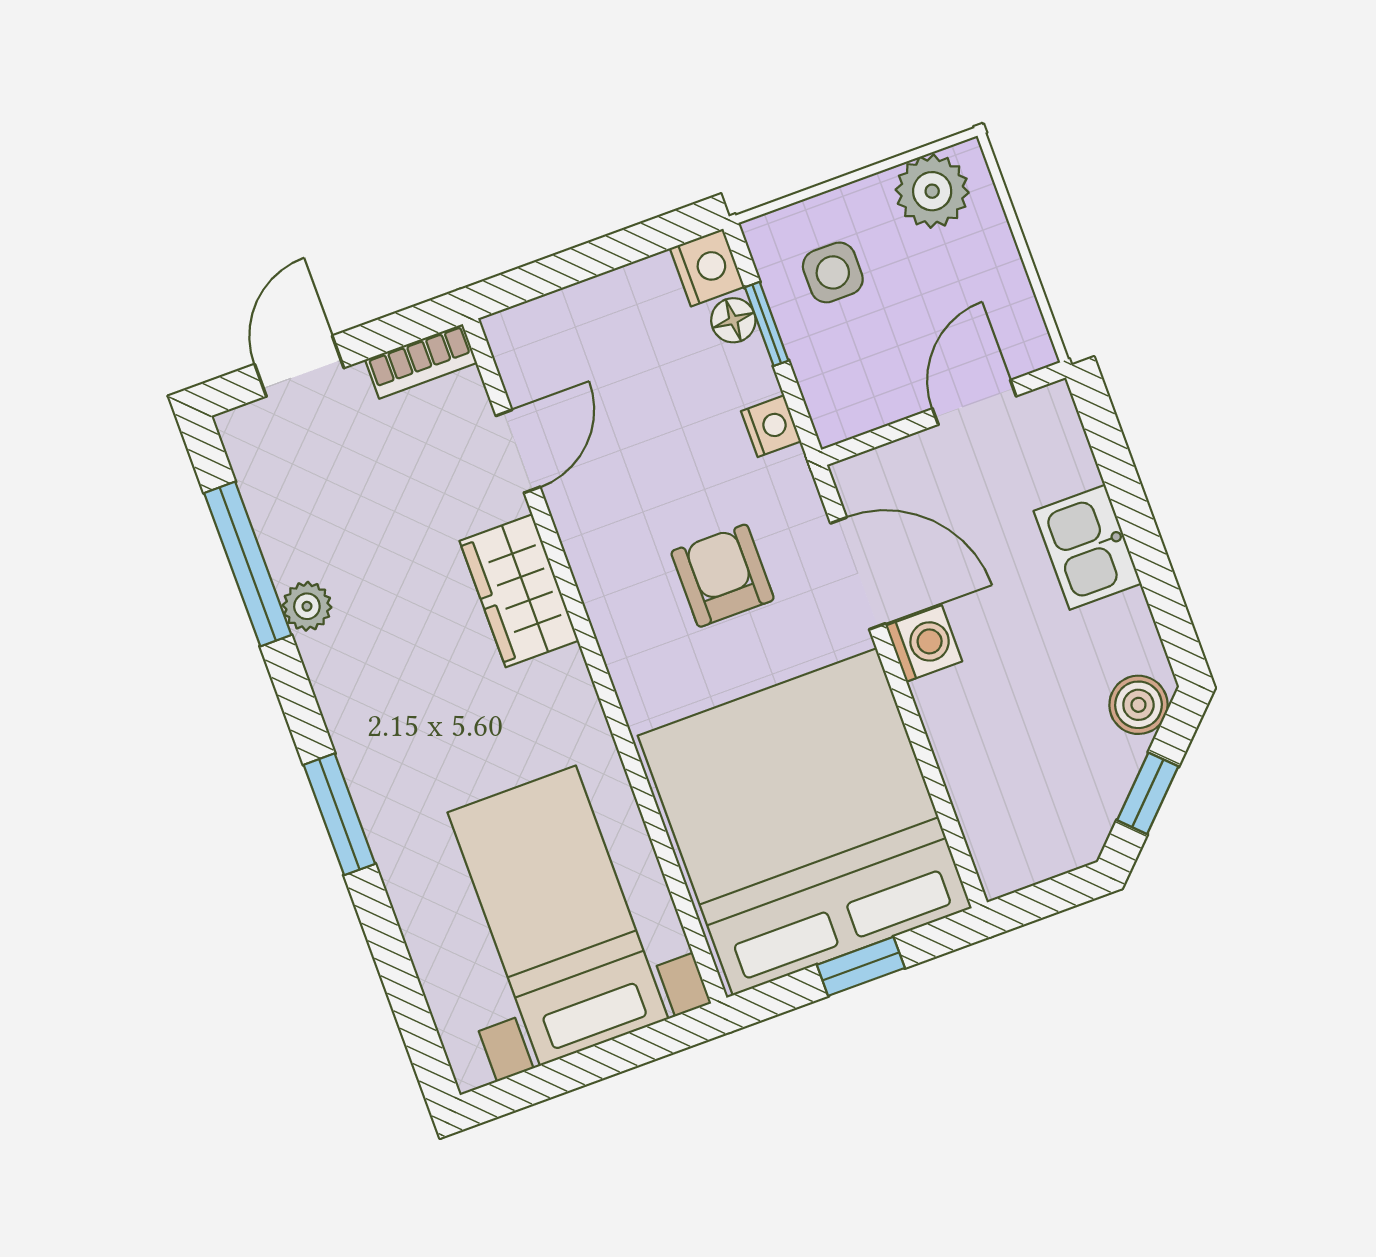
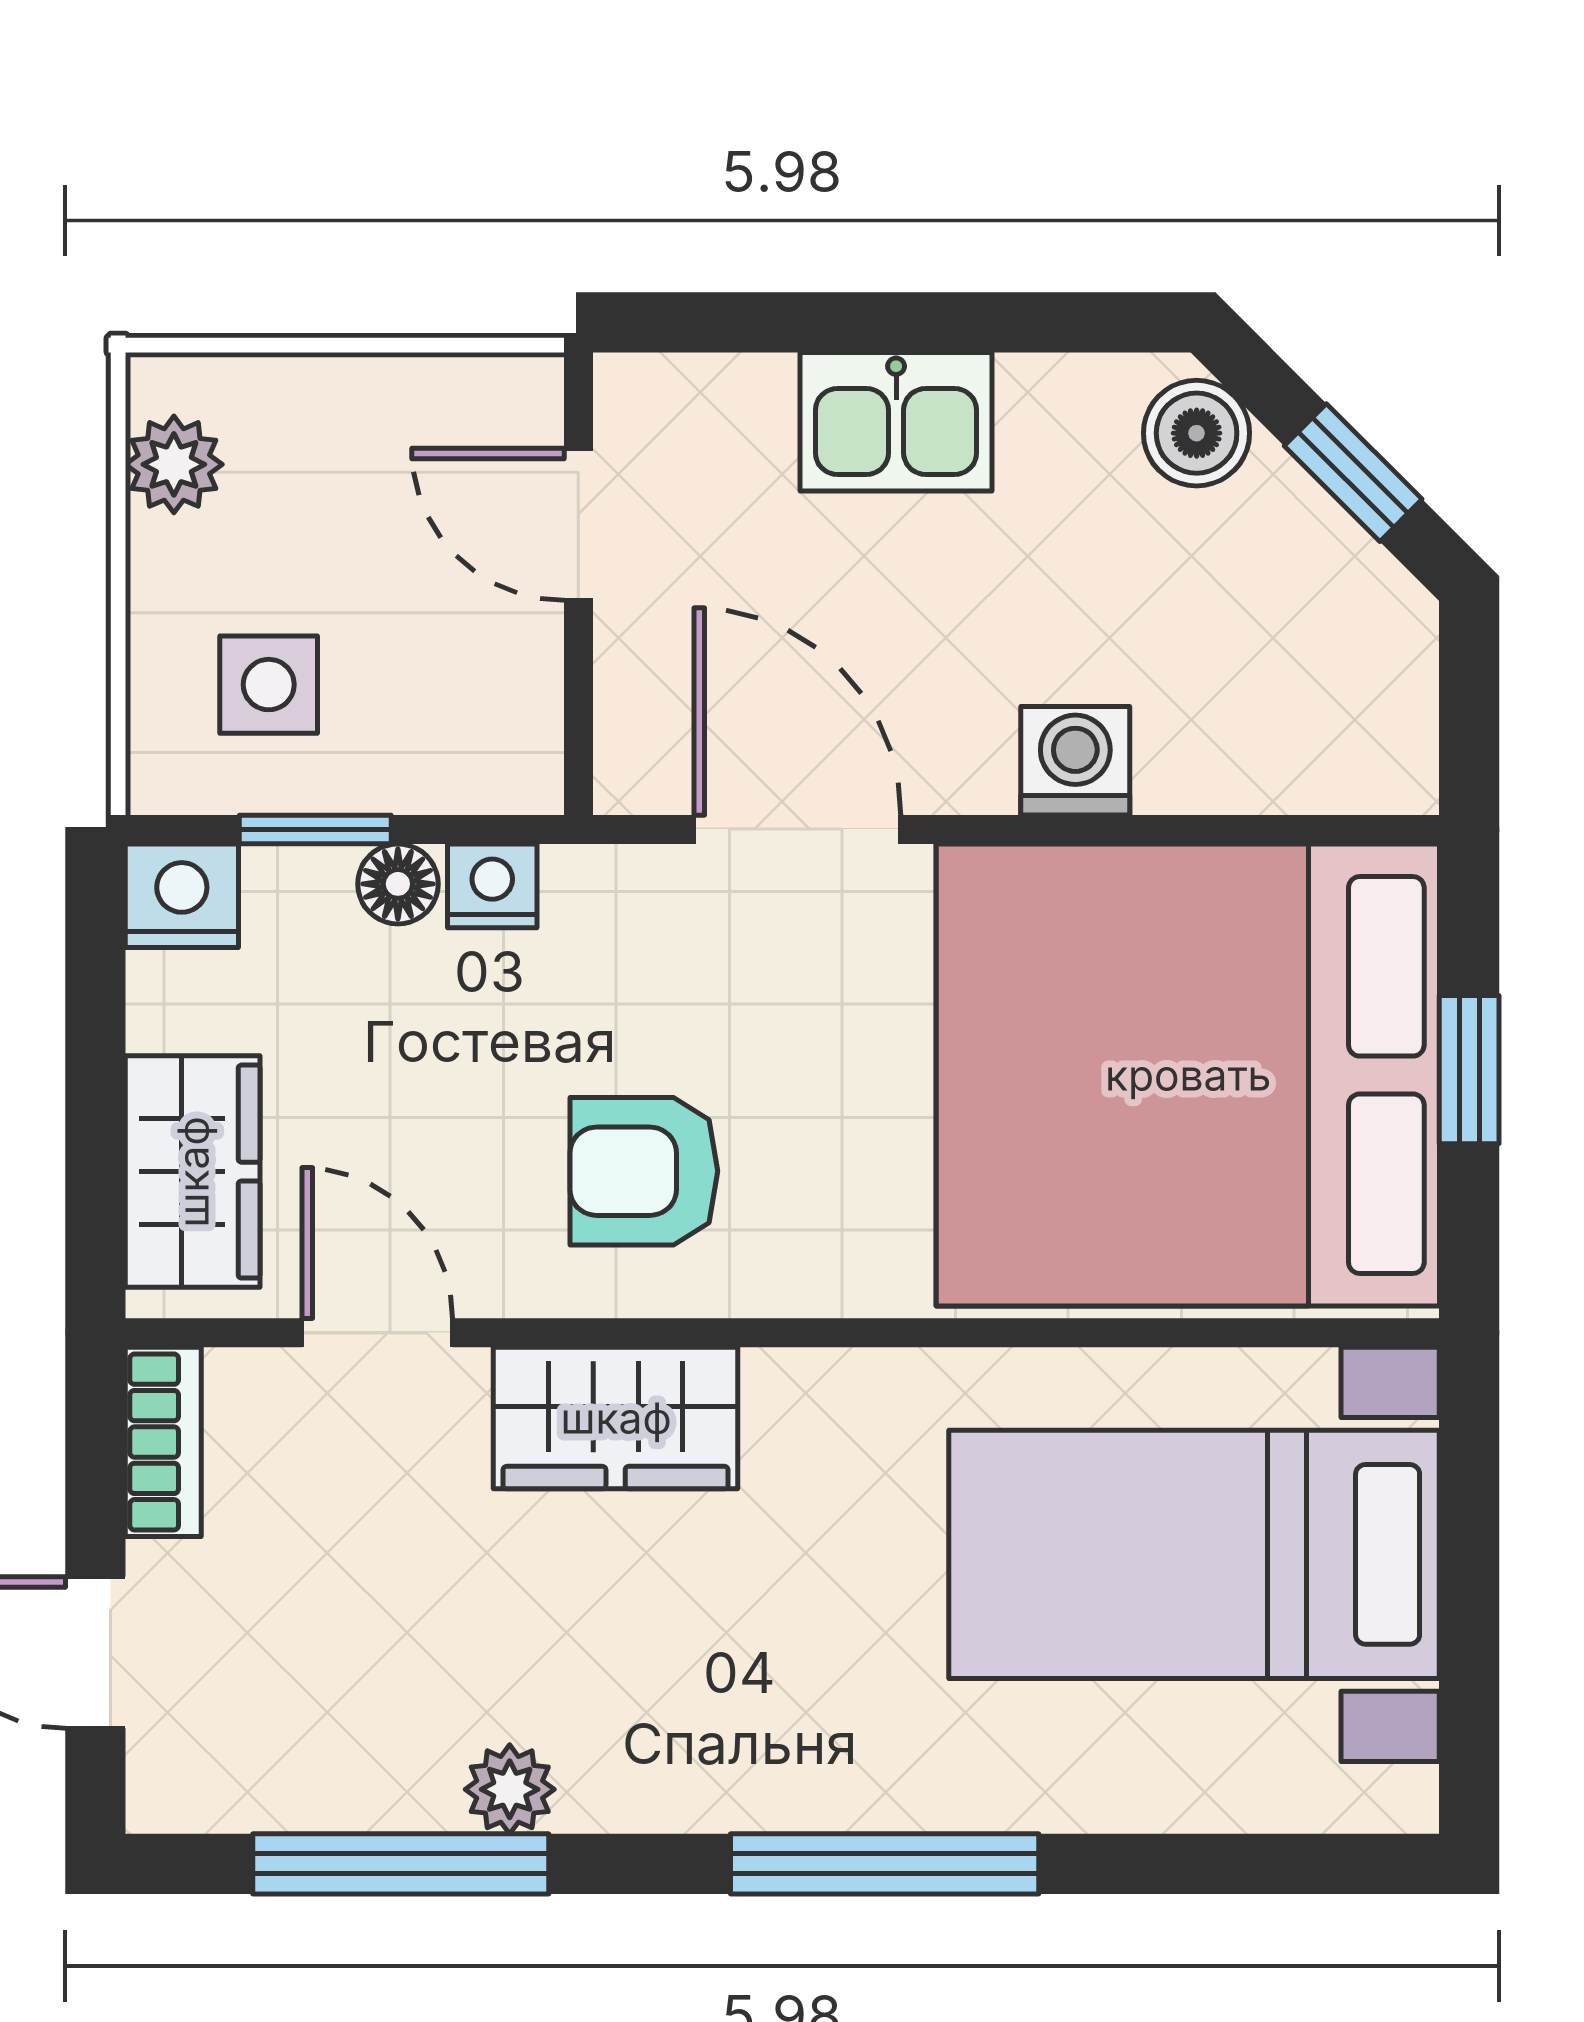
plant: (932, 191) -> (174, 464), width x0.73, depth x0.73
floor lamp: (733, 320) -> (398, 884), moved
wardrobe: (566, 325) -> (193, 1172), added
door: (858, 573) -> (797, 829), hinge flipped
armchair: (723, 576) -> (644, 1171), moved
washing machine: (924, 644) -> (1075, 761), moved
window: (339, 814) -> (885, 1864), width x1.44

